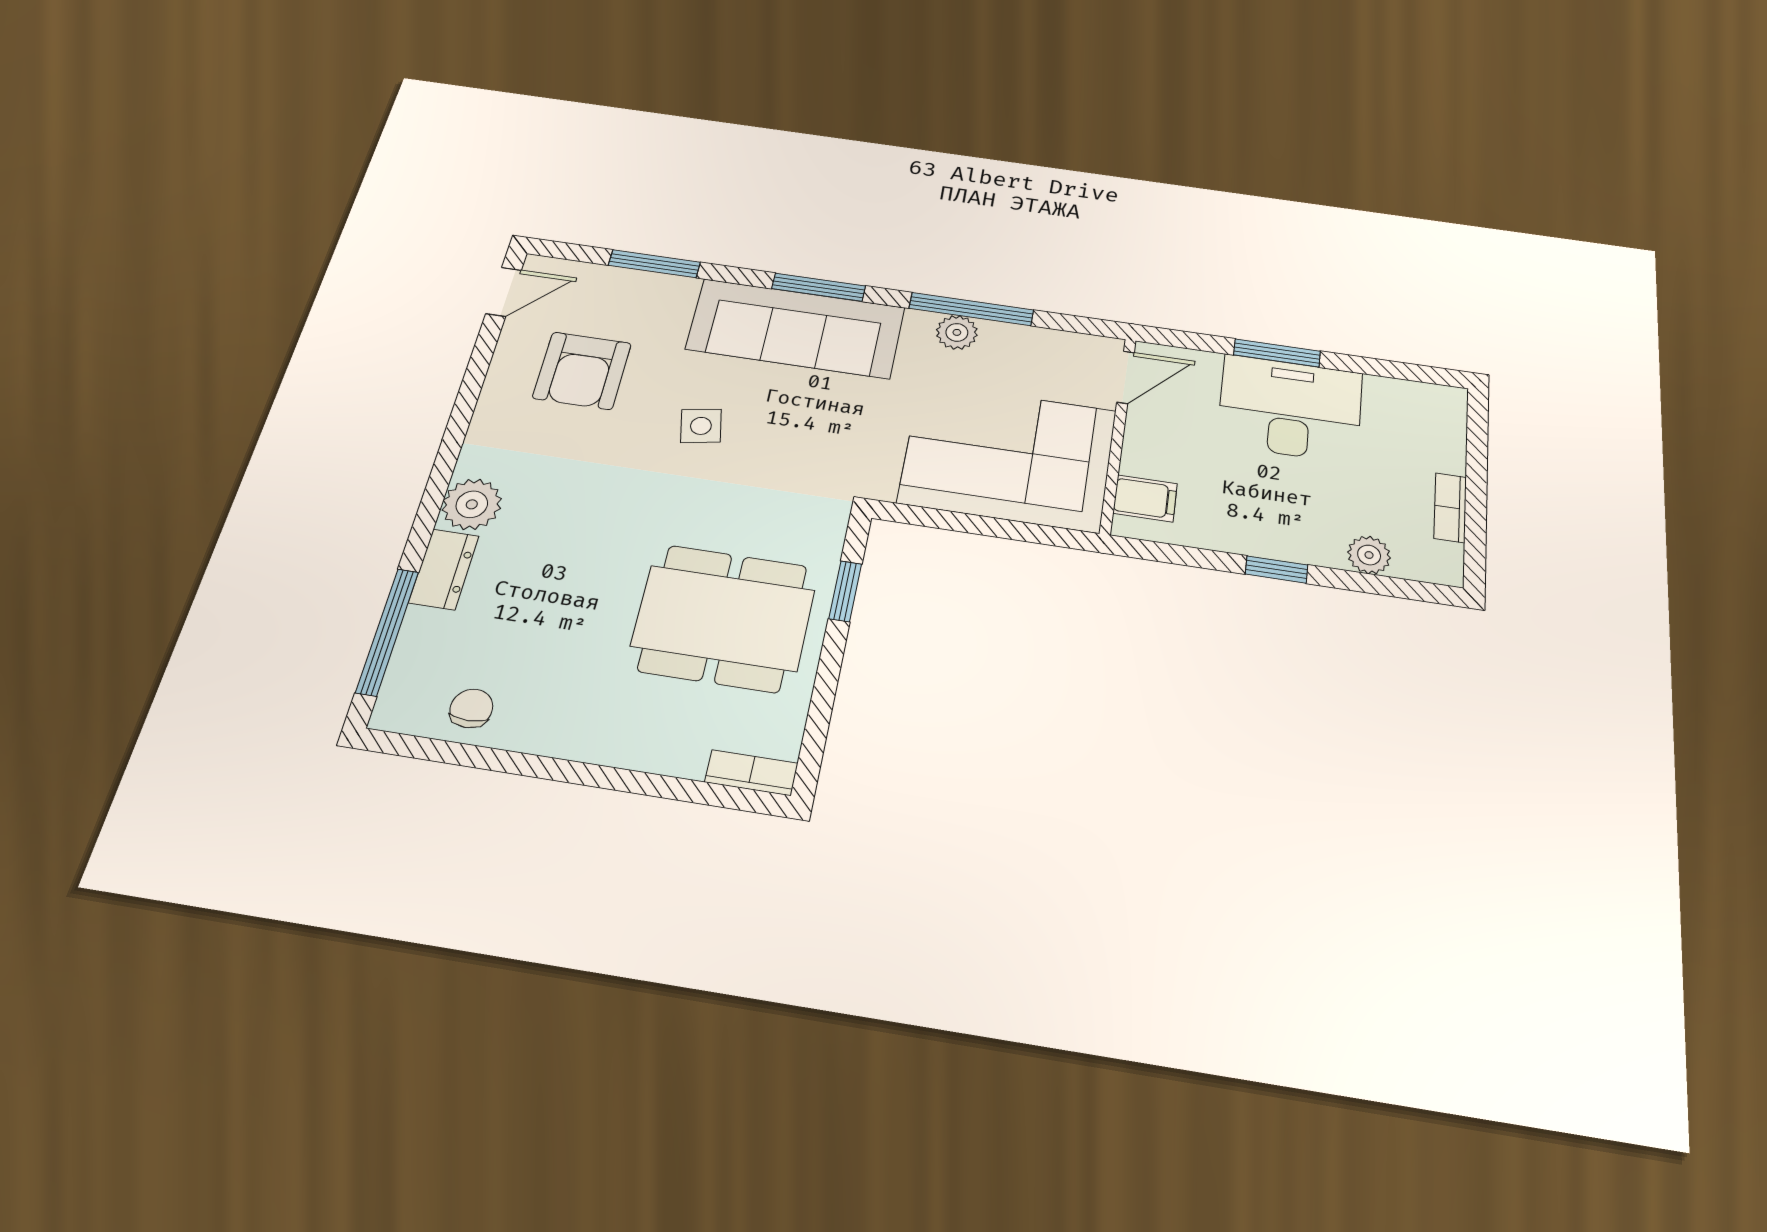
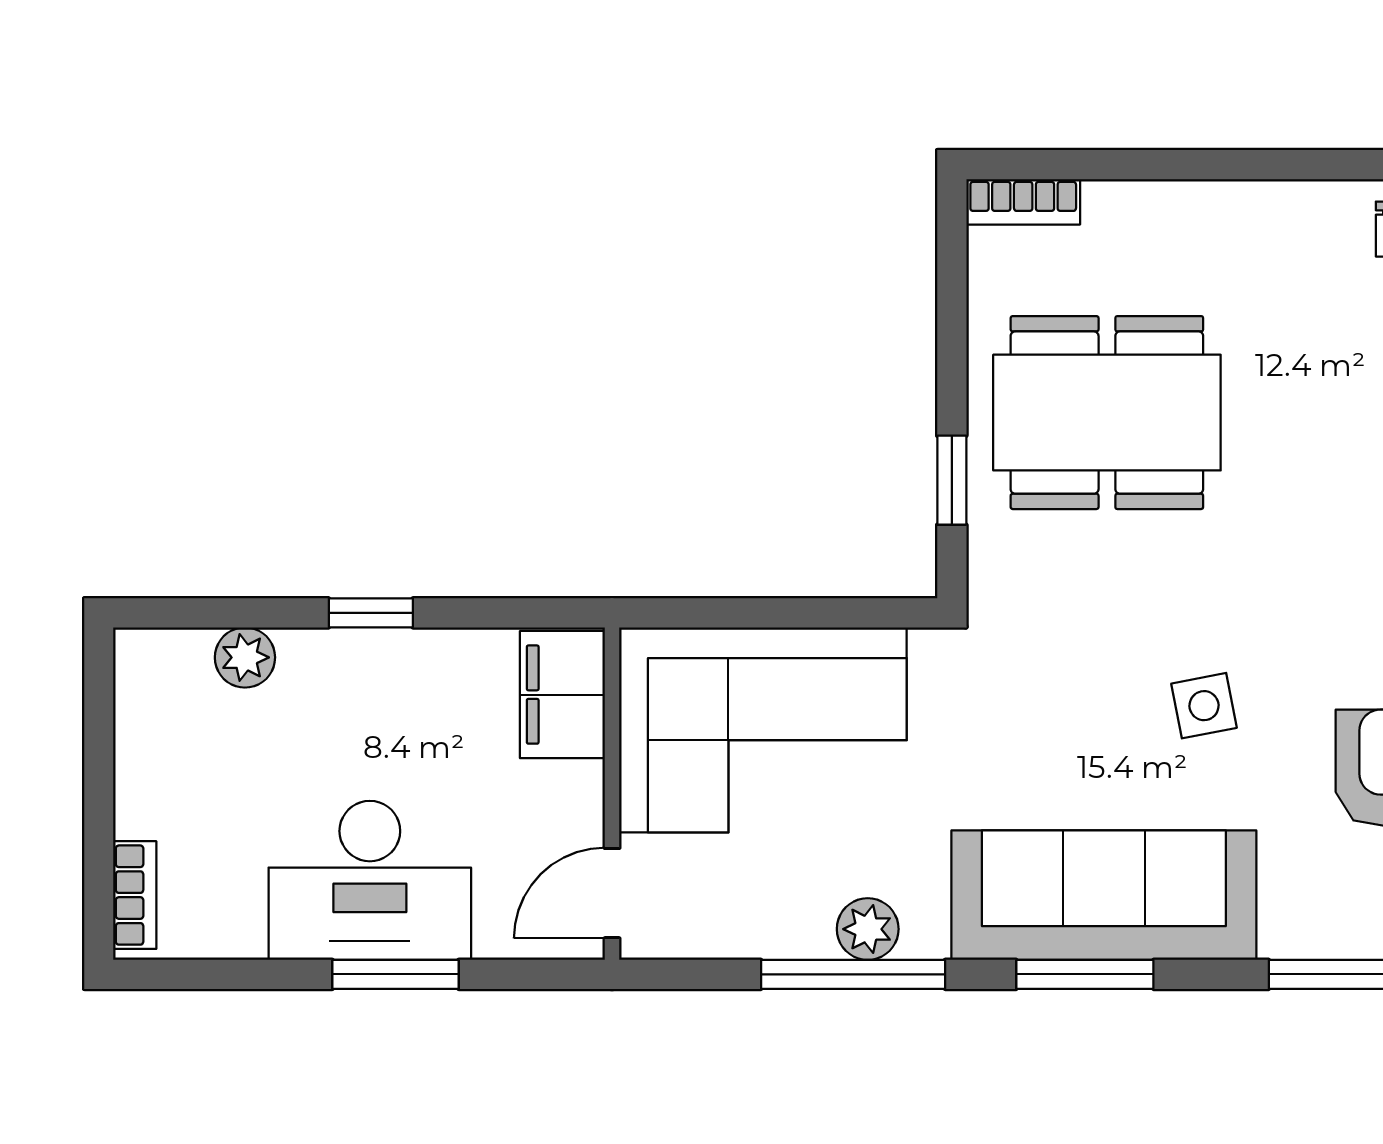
filing cabinet: (1145, 499) -> (562, 695), width x2.00
bookcase: (1450, 508) -> (135, 895), moved

